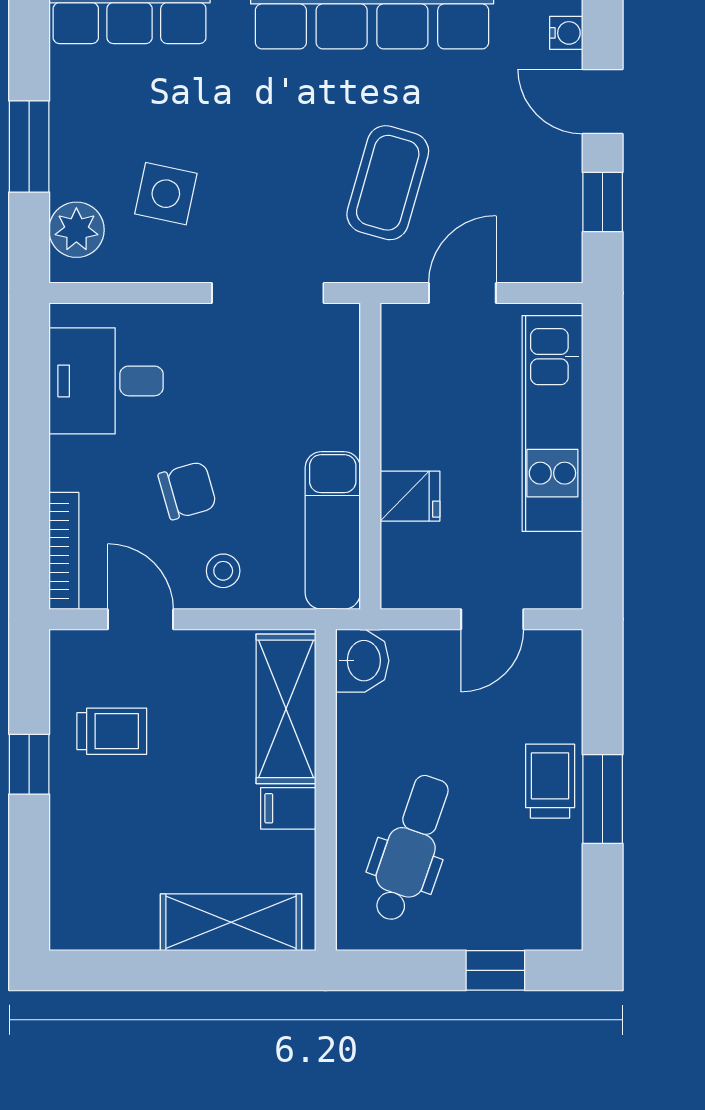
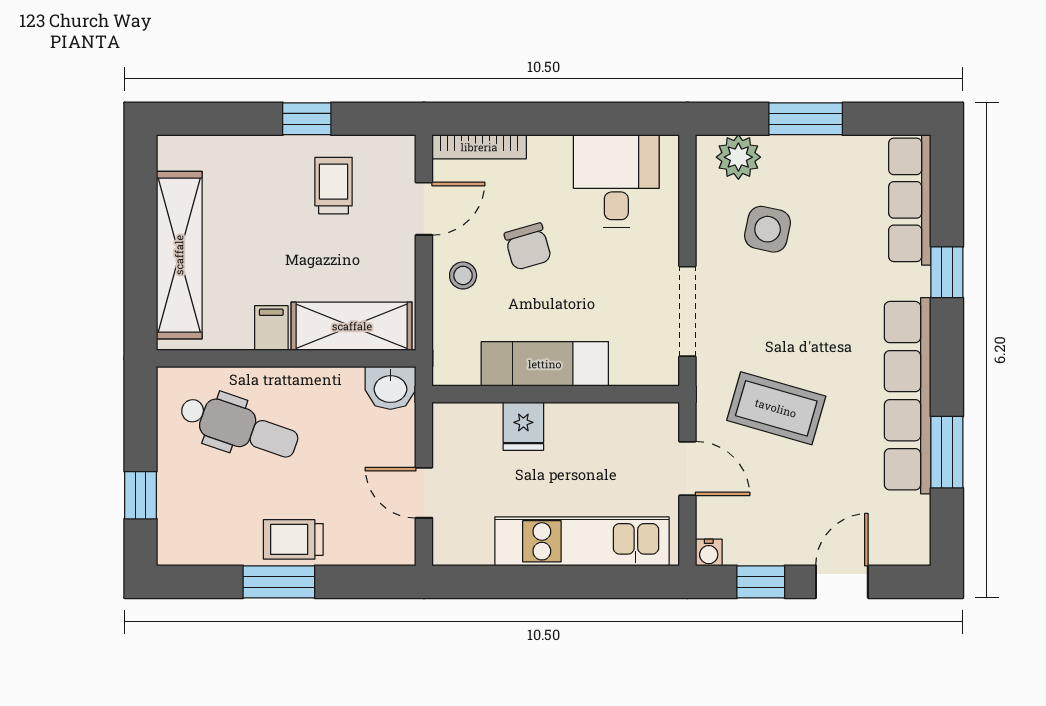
water cooler: (566, 33) -> (709, 552), moved
exam couch: (333, 530) -> (545, 364), moved
trolley: (112, 731) -> (334, 186), turned 180
trolley: (550, 781) -> (293, 539), turned 180
shelving: (231, 922) -> (179, 255), width x1.47

